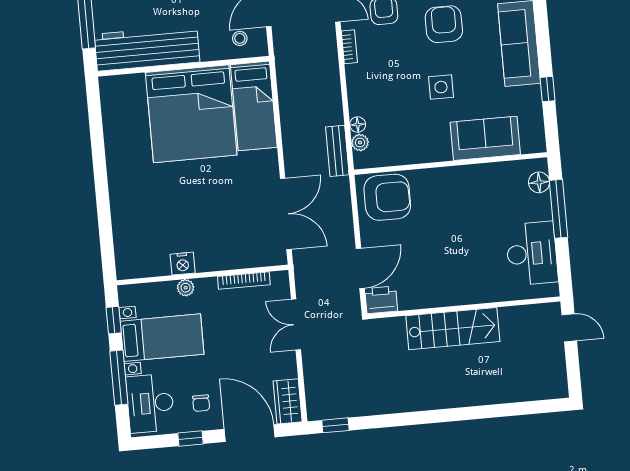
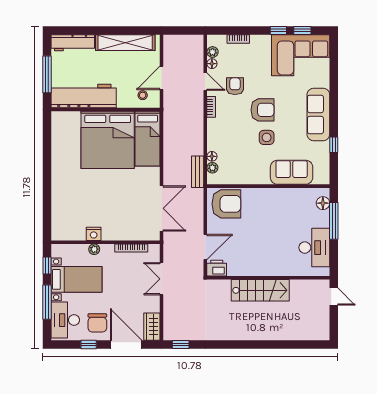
armchair: (444, 24) -> (263, 110), moved, turned 90
chair: (201, 403) -> (97, 323), width x1.87, depth x1.87

